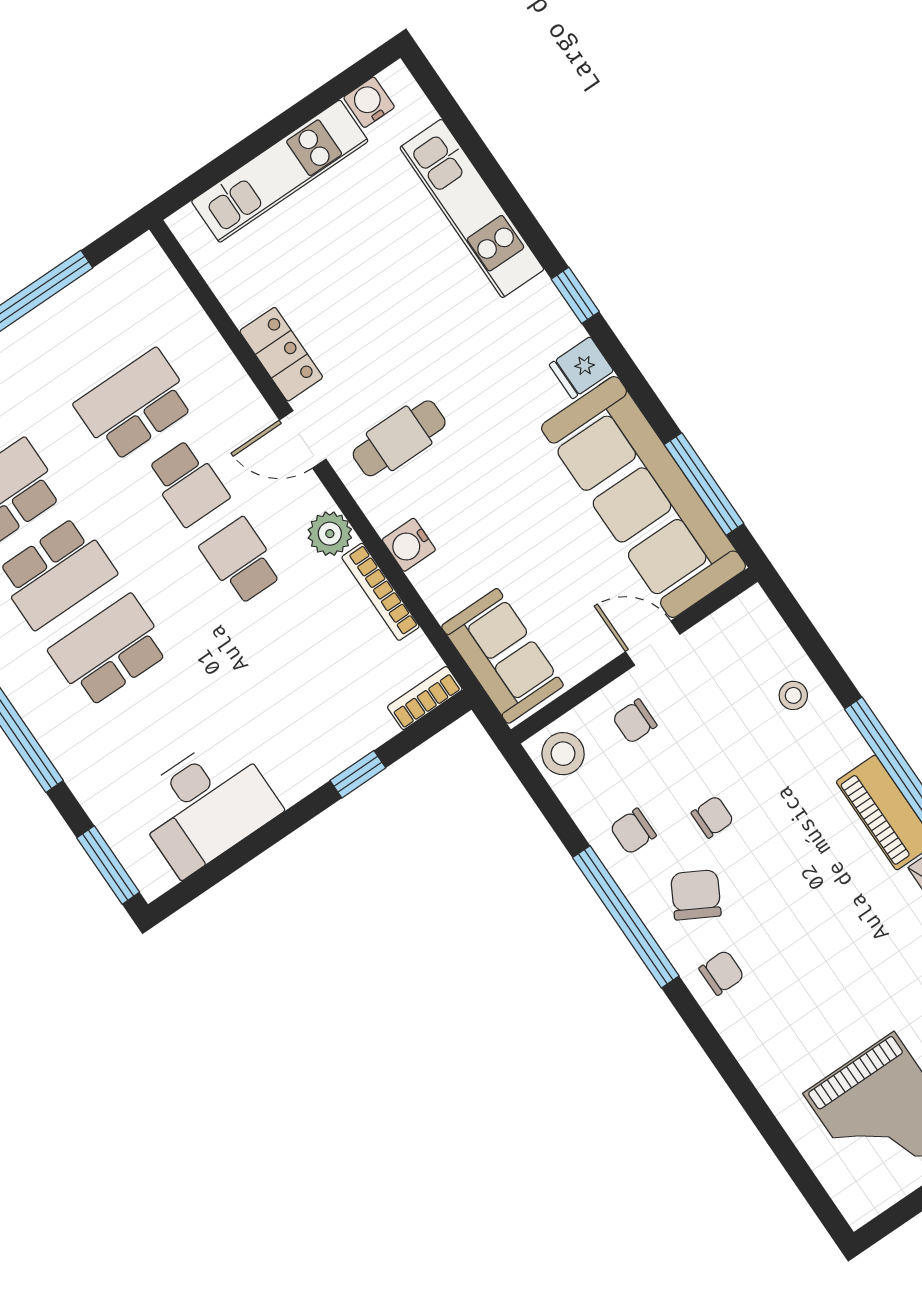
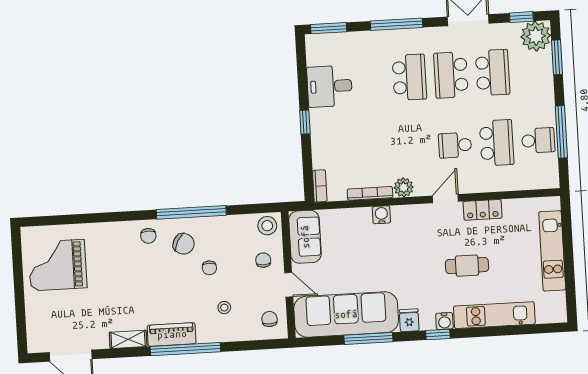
water cooler: (369, 102) -> (444, 321), moved, turned 90
cafe table: (399, 438) -> (467, 266), moved, turned 90
window: (704, 484) -> (368, 339), moved
school desk: (241, 561) -> (538, 140), moved
door: (653, 643) -> (289, 285), hinge flipped
sofa: (502, 656) -> (305, 237), moved, turned -90
stool: (793, 695) -> (224, 308), moved
window: (358, 774) -> (305, 122), moved
desk: (206, 805) -> (330, 86), width x0.73
chair: (633, 831) -> (270, 319), moved

